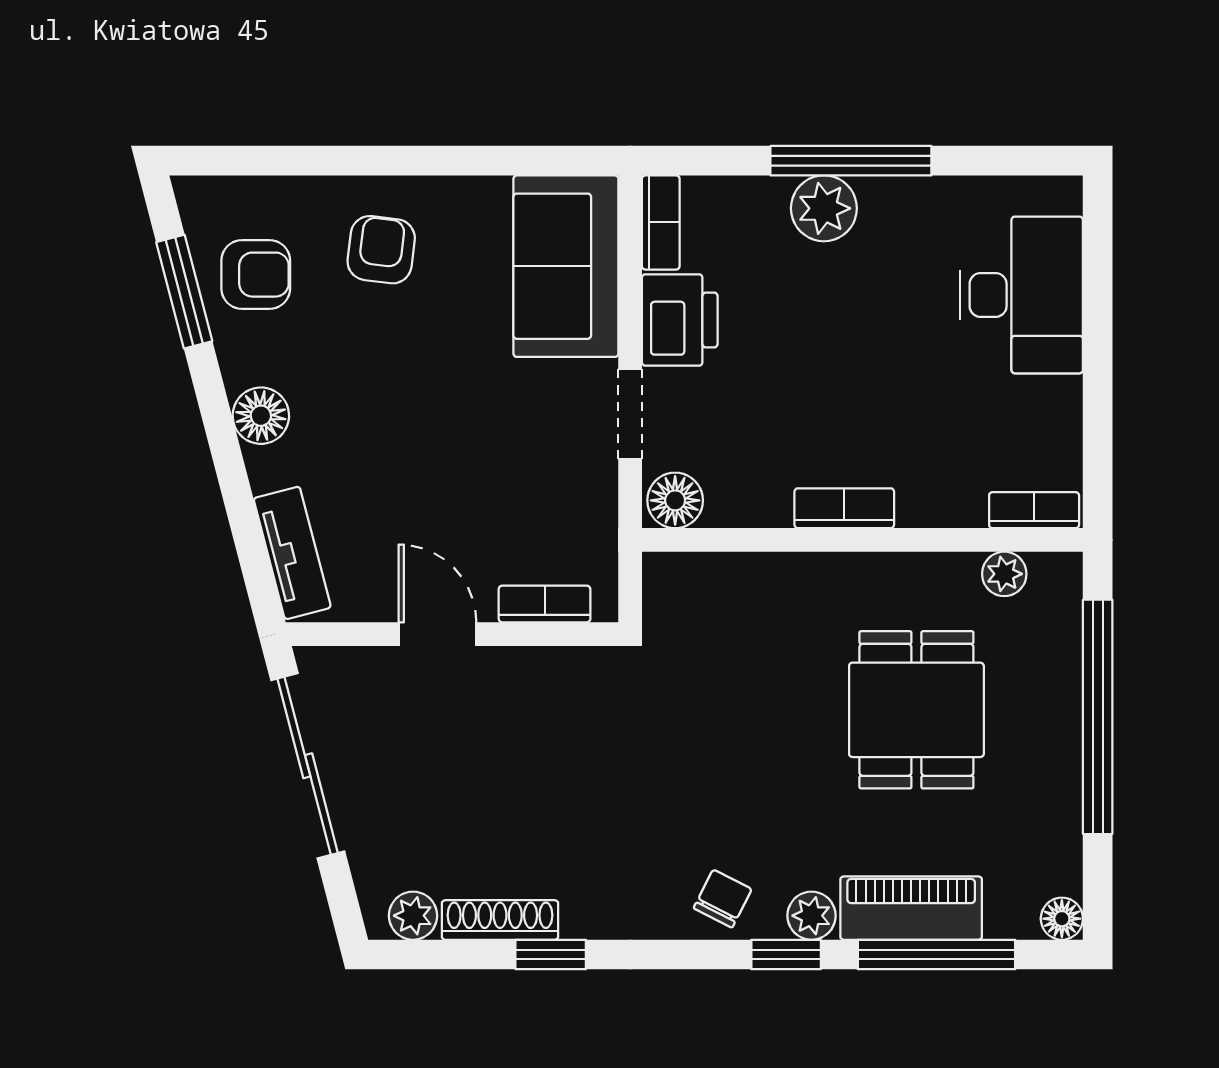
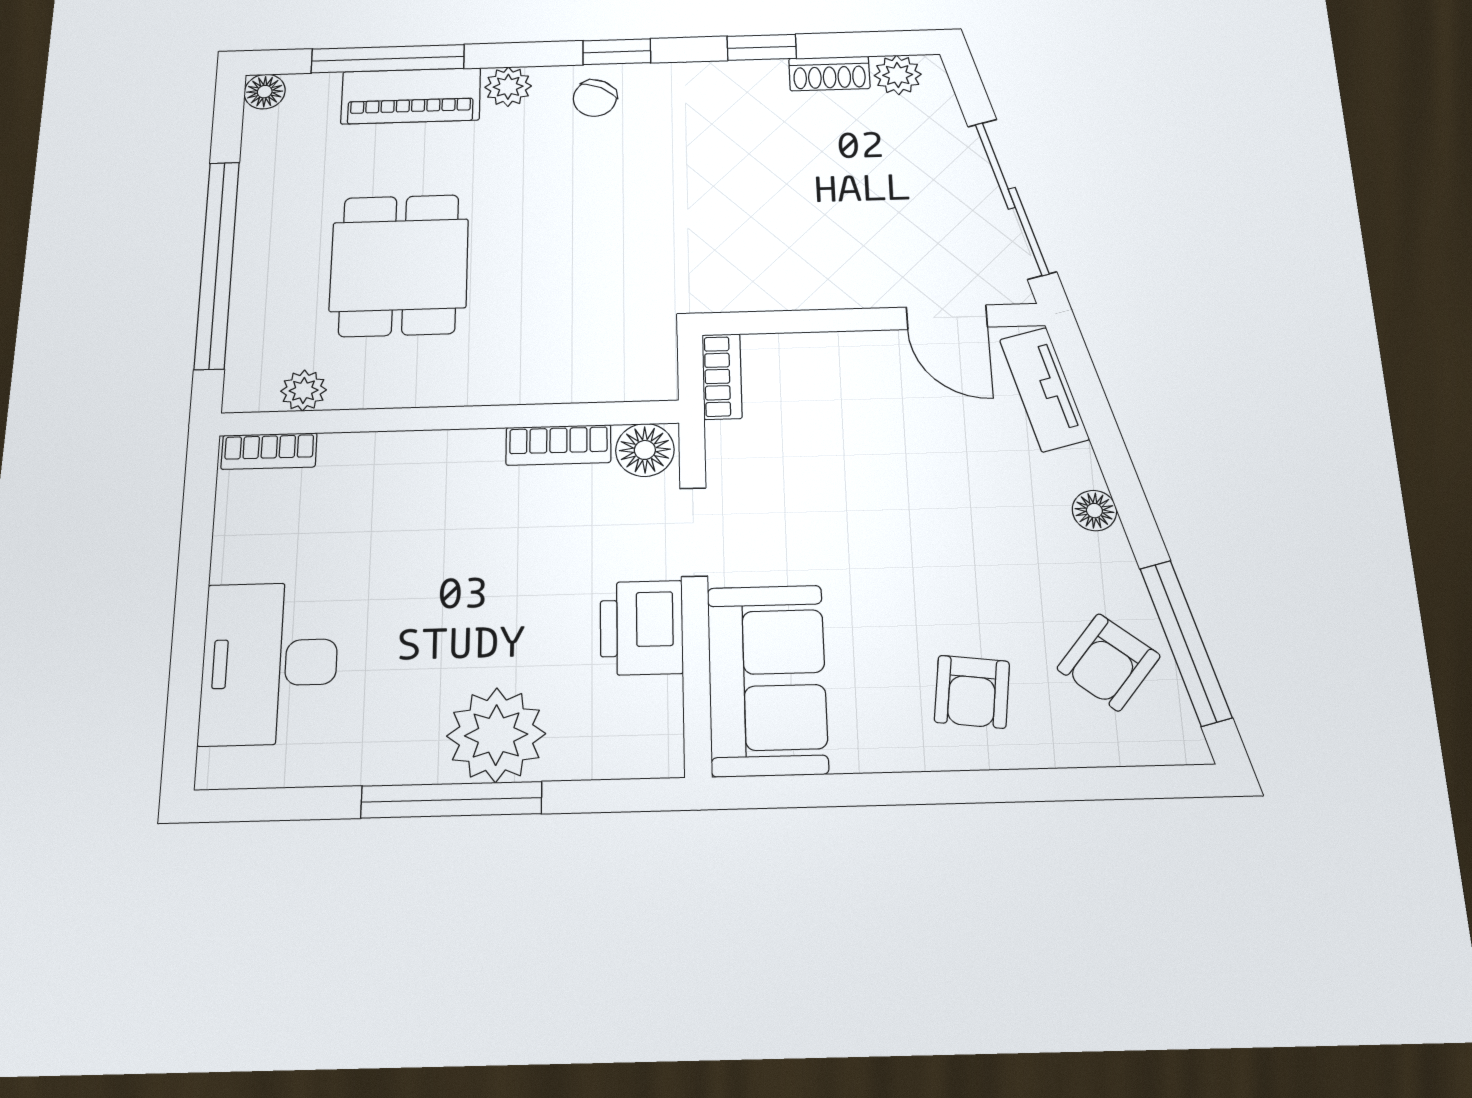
plant: (824, 208) -> (496, 735), width x1.36, depth x1.36
bookcase: (661, 222) -> (663, 728), removed
armchair: (256, 275) -> (1109, 662), turned -51
window: (184, 292) -> (1186, 642), width x1.44
floor lamp: (261, 416) -> (1094, 511), width x0.73, depth x0.73
bookcase: (844, 508) -> (558, 445), moved
bookcase: (545, 604) -> (722, 376), moved, turned -90
door: (437, 634) -> (947, 317), moved
shoe rack: (500, 920) -> (829, 73), width x0.70
window: (786, 954) -> (617, 52), moved

